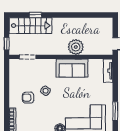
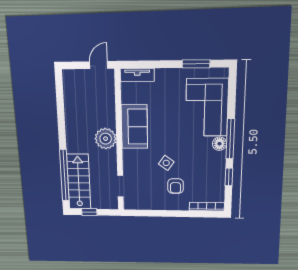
window: (35, 15) -> (64, 175), width x3.17
window: (7, 44) -> (89, 212), moved
plant: (76, 47) -> (106, 139), moved

